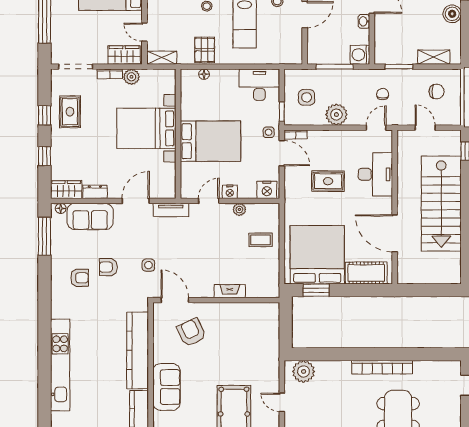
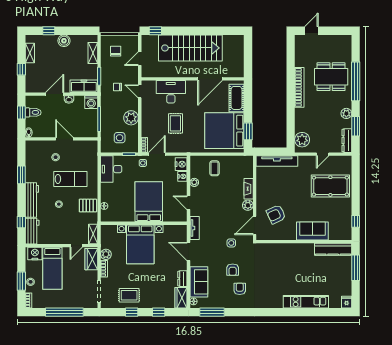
freezer: (384, 44) -> (84, 86), added
nightstand: (230, 192) -> (182, 176), moved
plant: (205, 290) -> (248, 205), added
tv unit: (272, 334) -> (277, 161), added
kitchen counter: (138, 350) -> (288, 250), removed
kitchen unit: (60, 365) -> (306, 302), width x0.73

